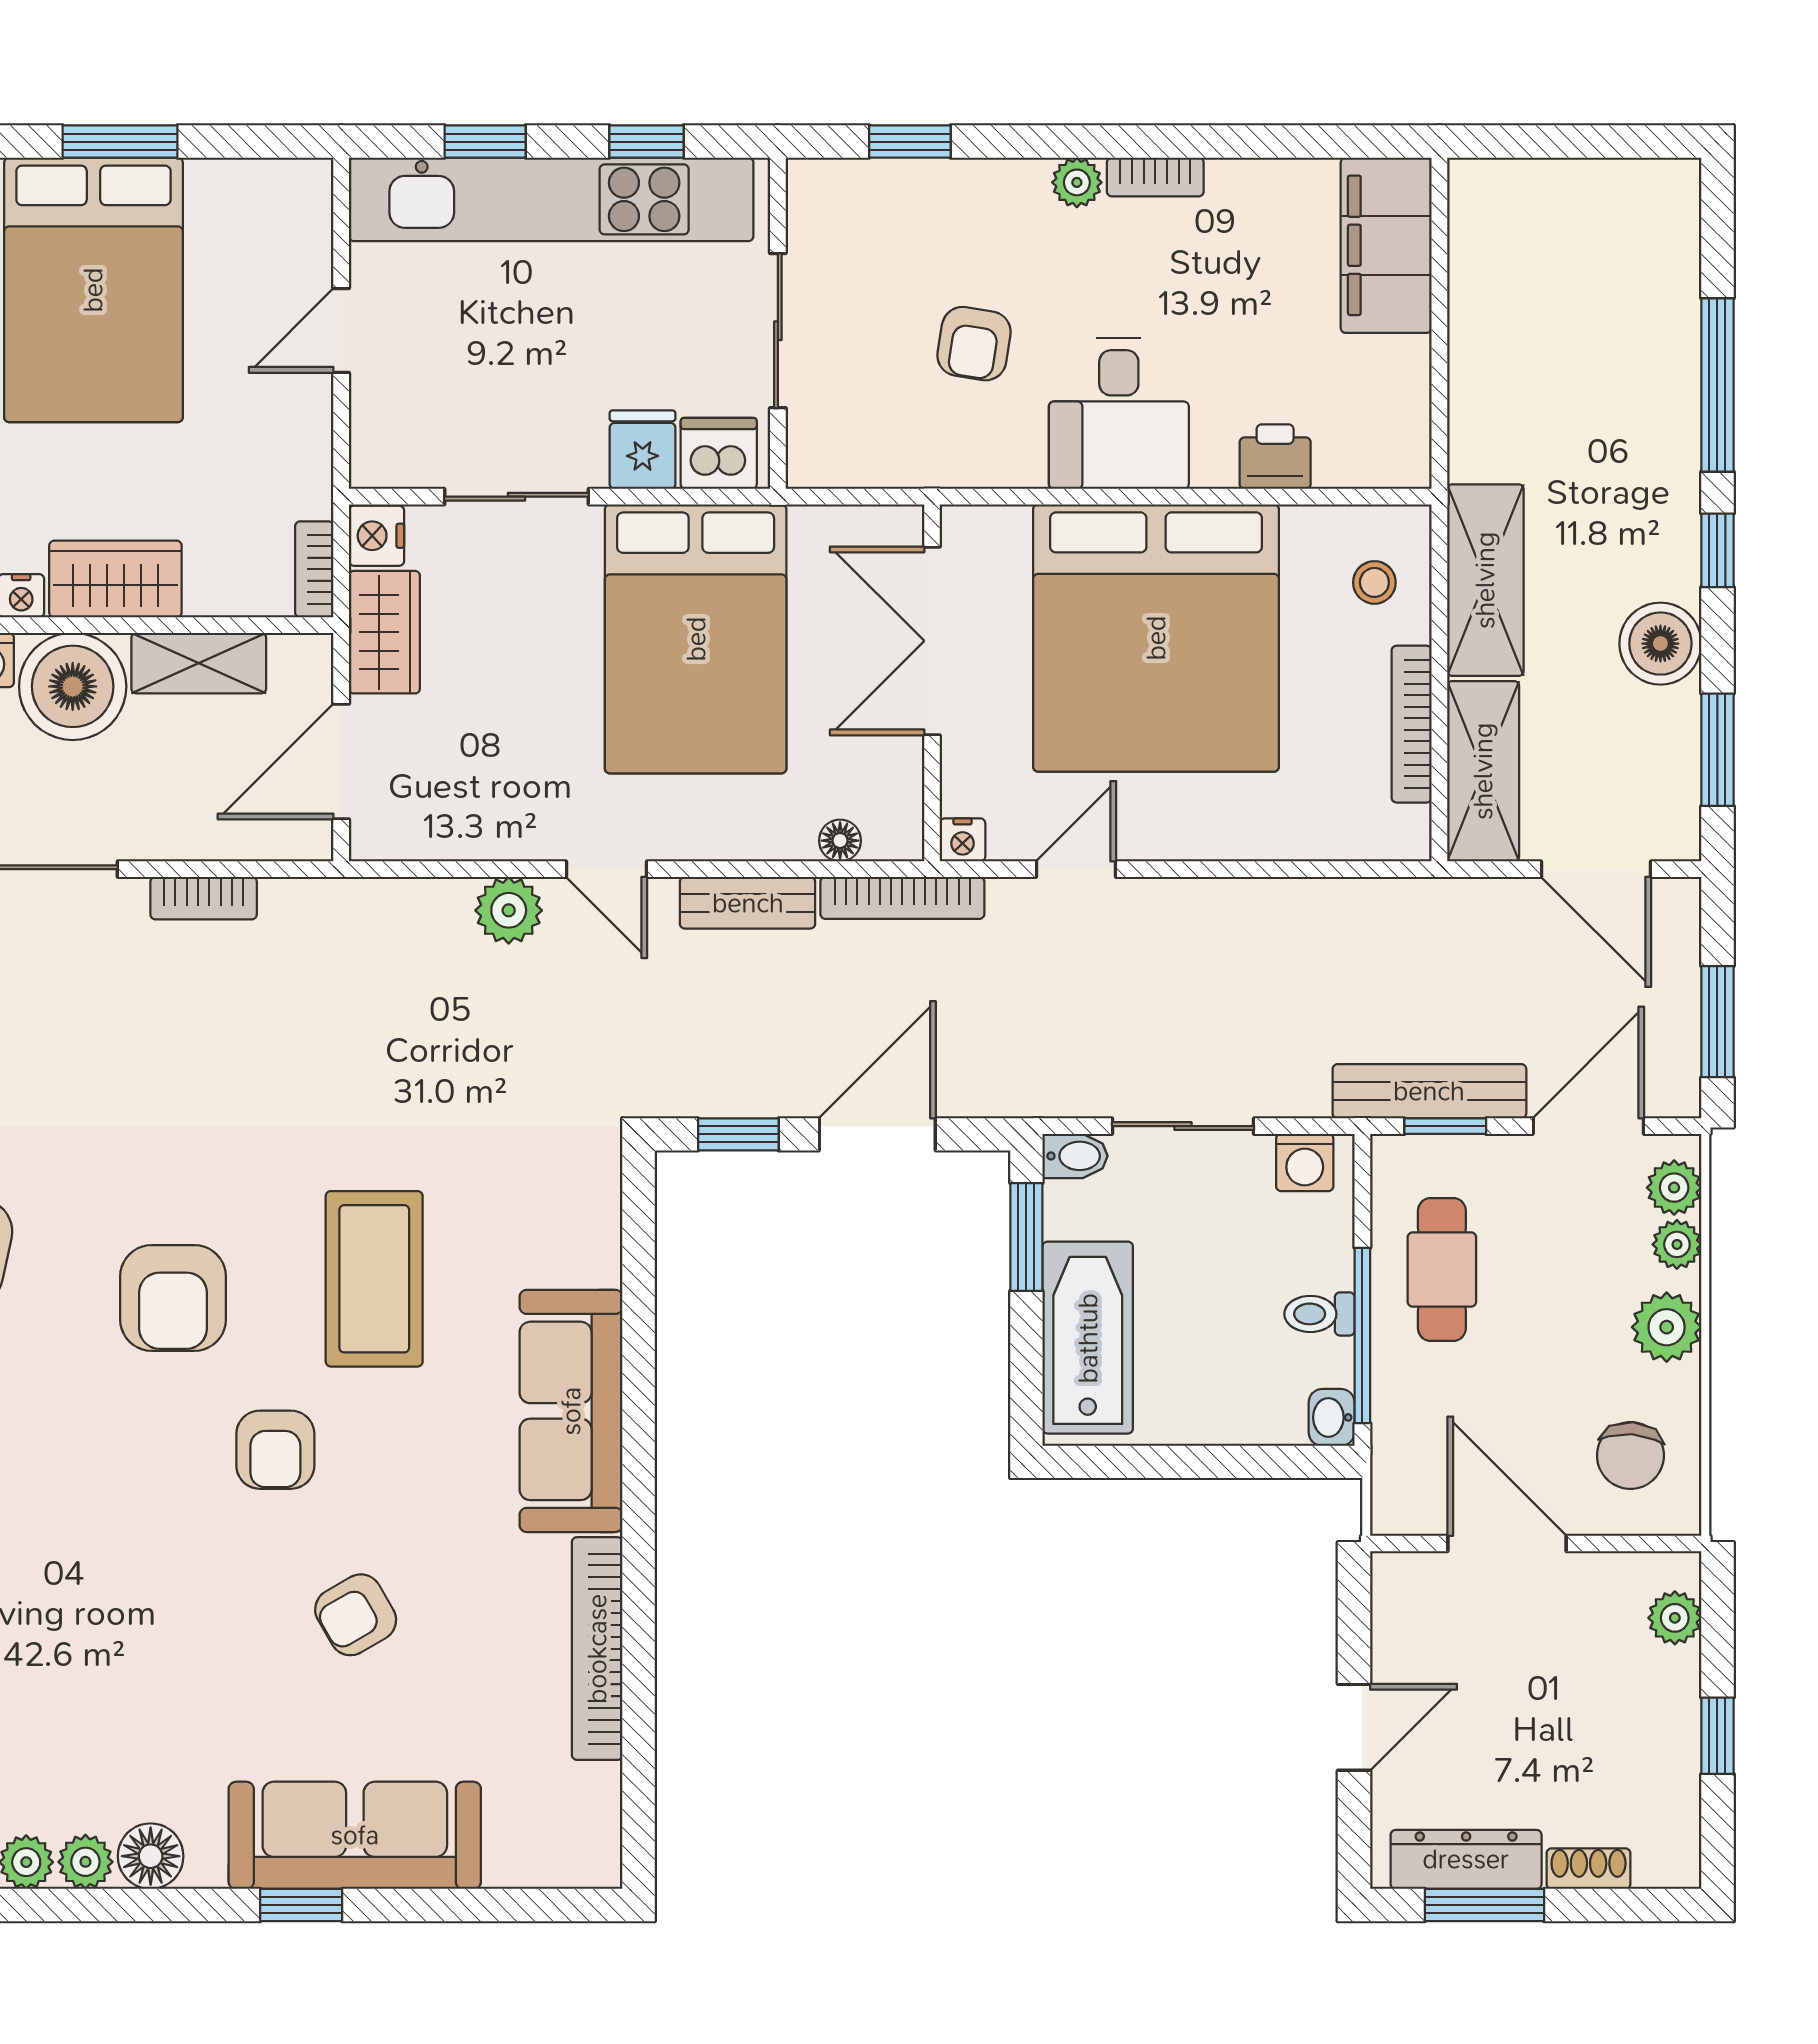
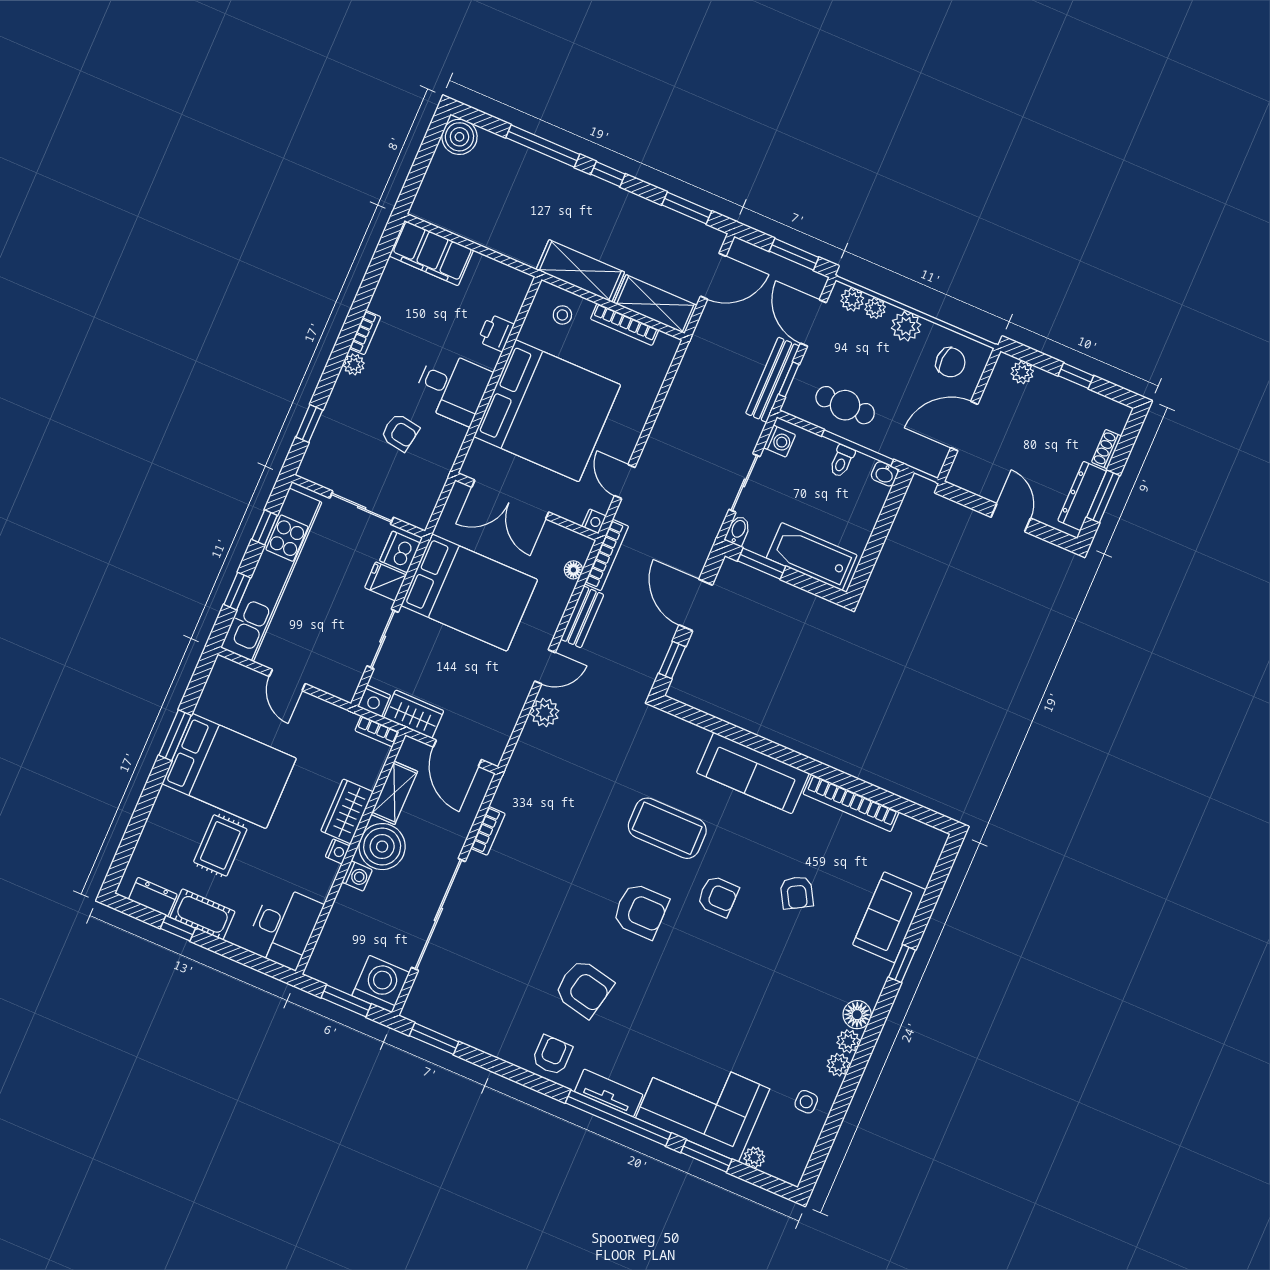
boiler: (1660, 644) -> (459, 137), moved
sofa: (355, 1835) -> (889, 917), width x0.73

